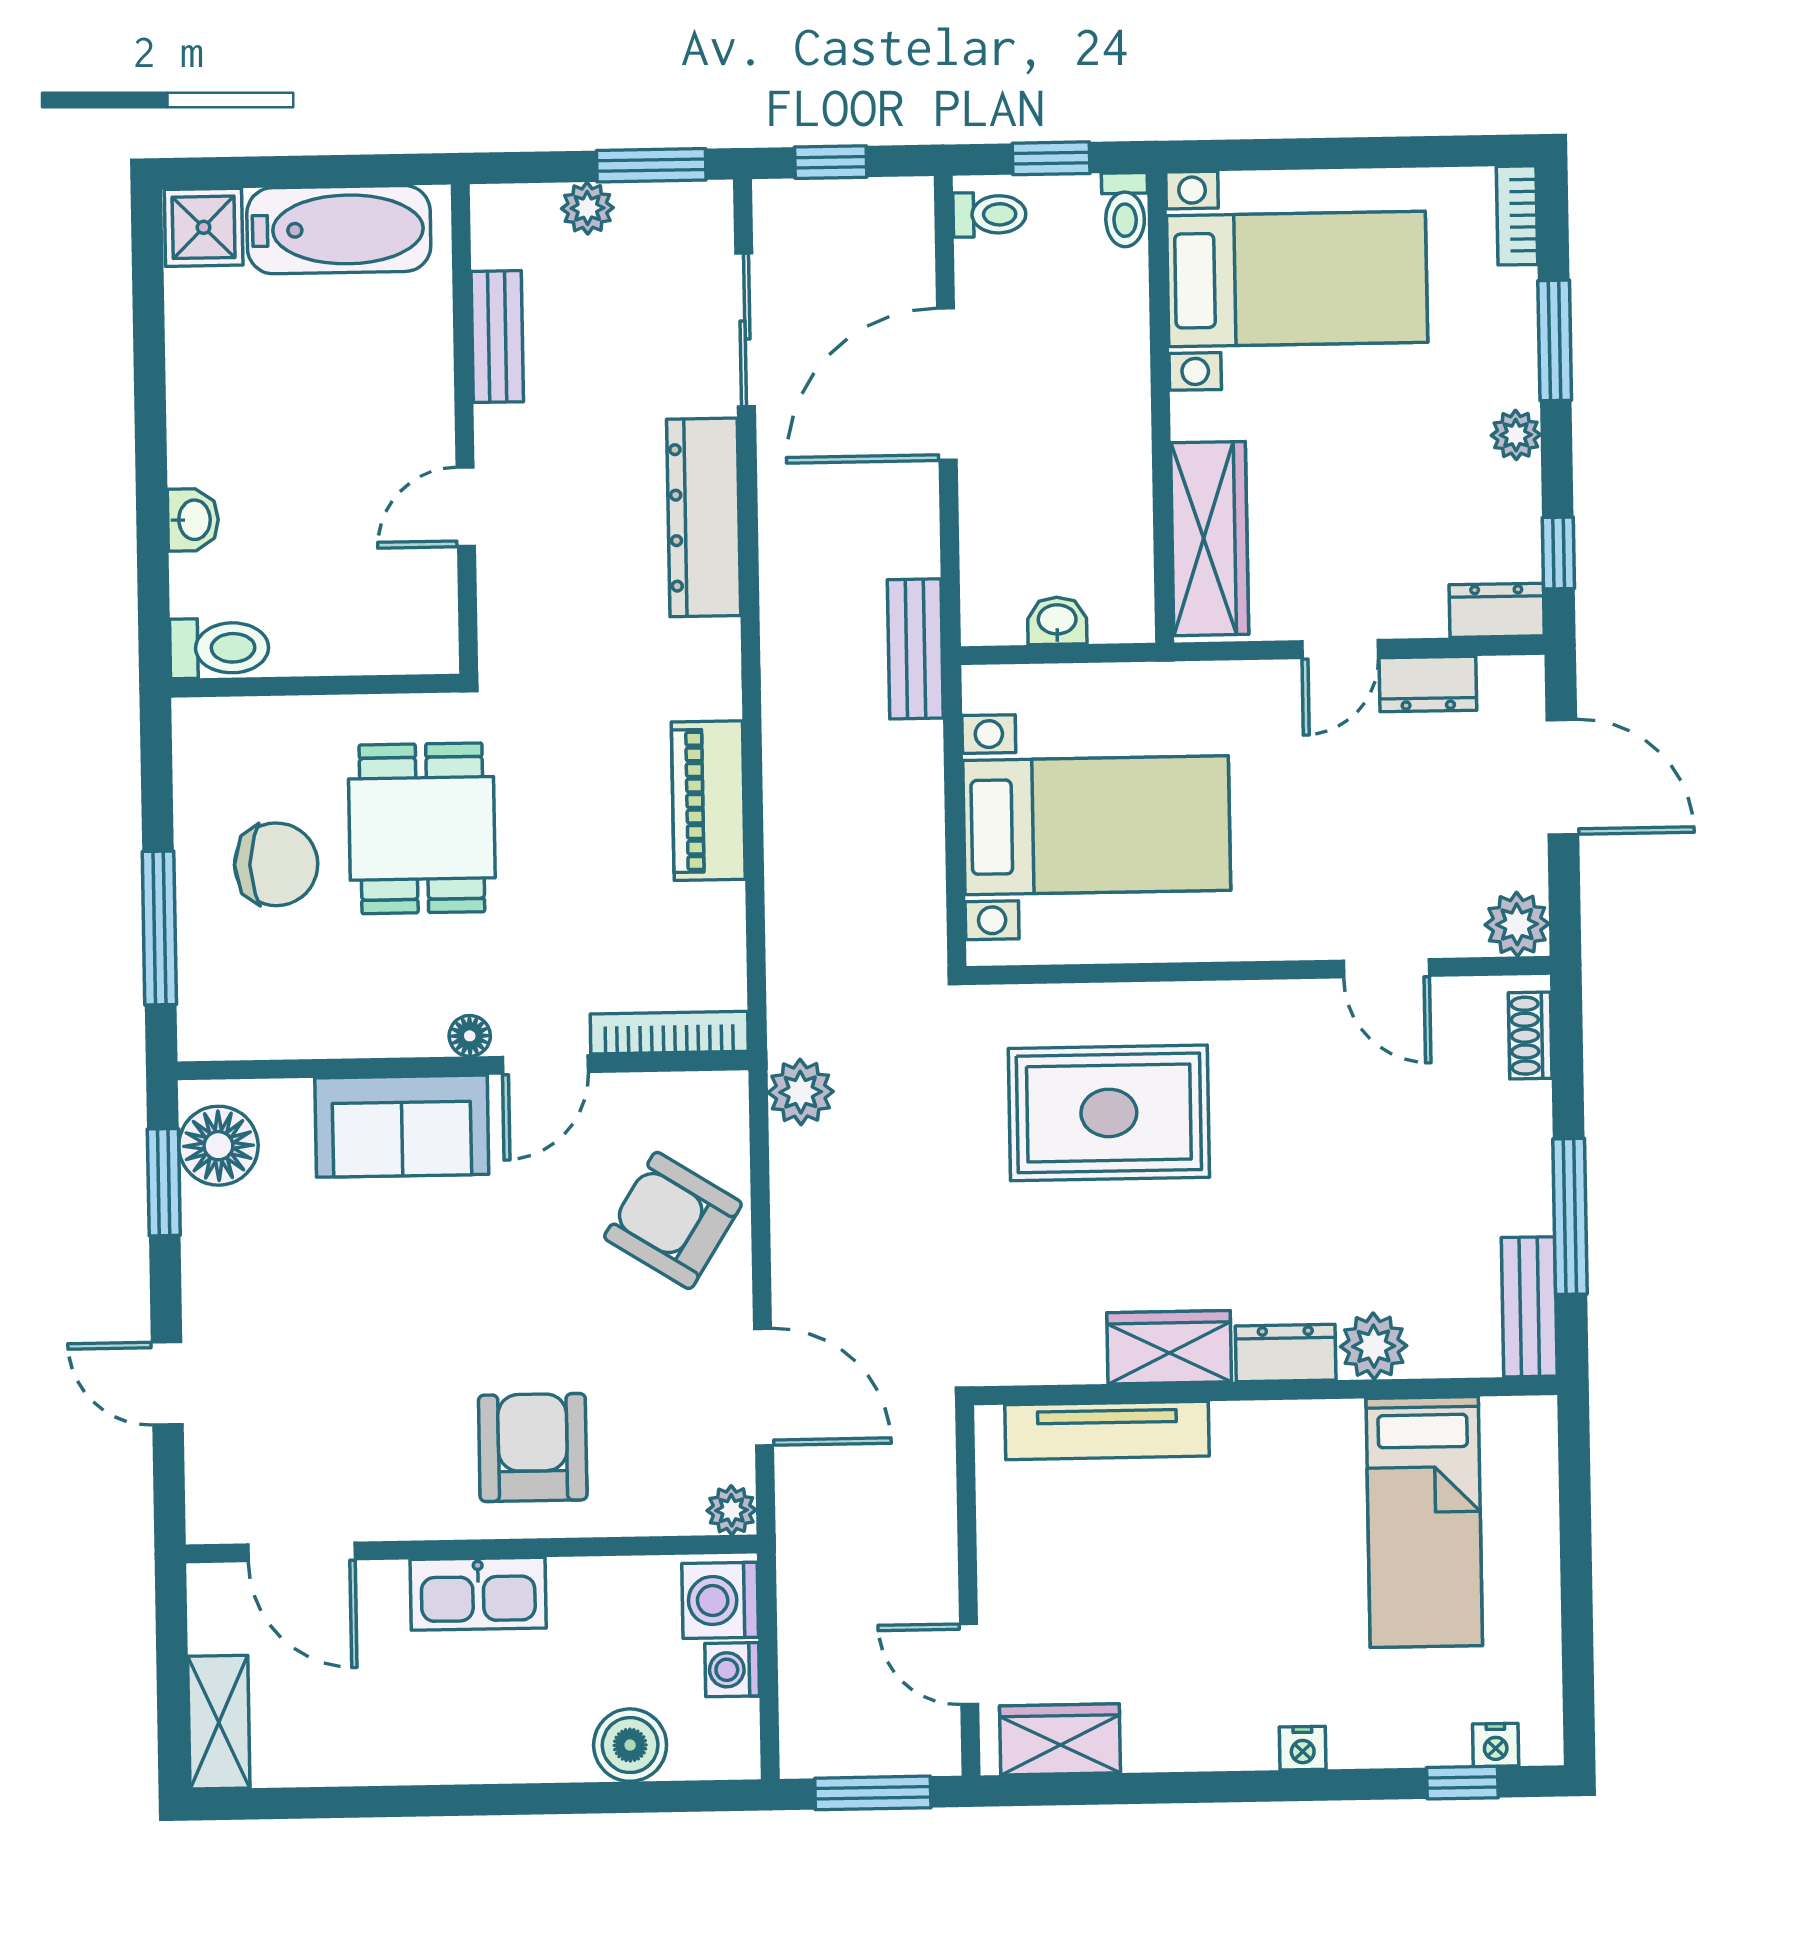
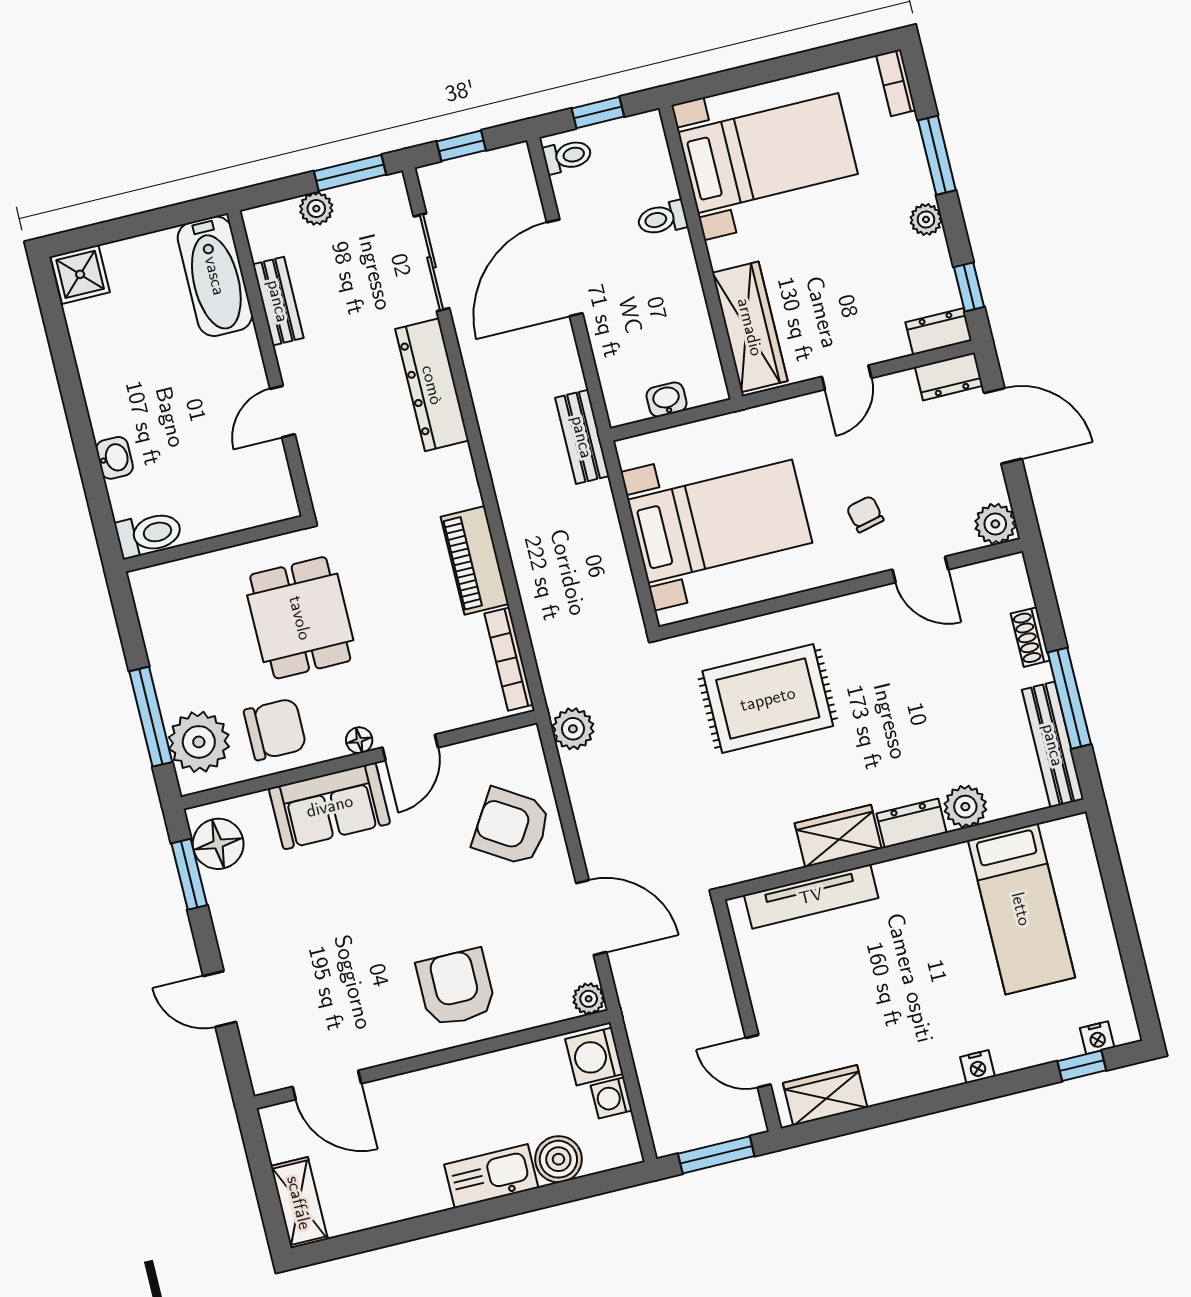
toilet: (1125, 210) -> (662, 218), moved, turned 90
bathtub: (339, 230) -> (215, 276), moved, turned 90
dresser: (1428, 684) -> (949, 376), moved
chair: (276, 864) -> (275, 729), moved
chair: (1321, 864) -> (865, 514), added
plant: (224, 983) -> (199, 742), added
bookcase: (669, 1033) -> (509, 659), moved, turned -90
shoe rack: (1530, 1036) -> (1030, 637), moved
bench: (1529, 1307) -> (1053, 745), width x1.36
kitchen sink: (478, 1594) -> (491, 1176), moved, turned 180

